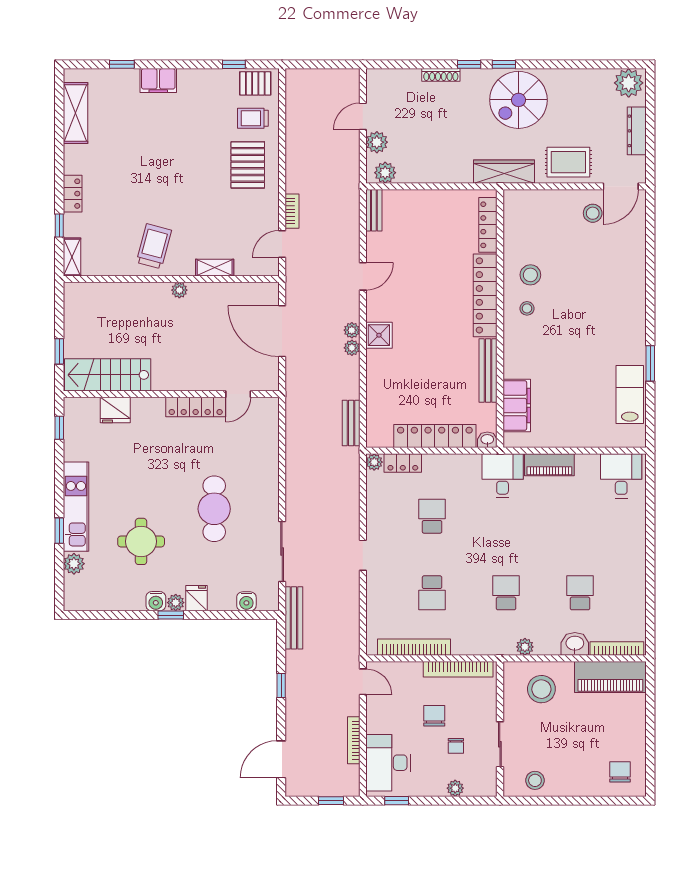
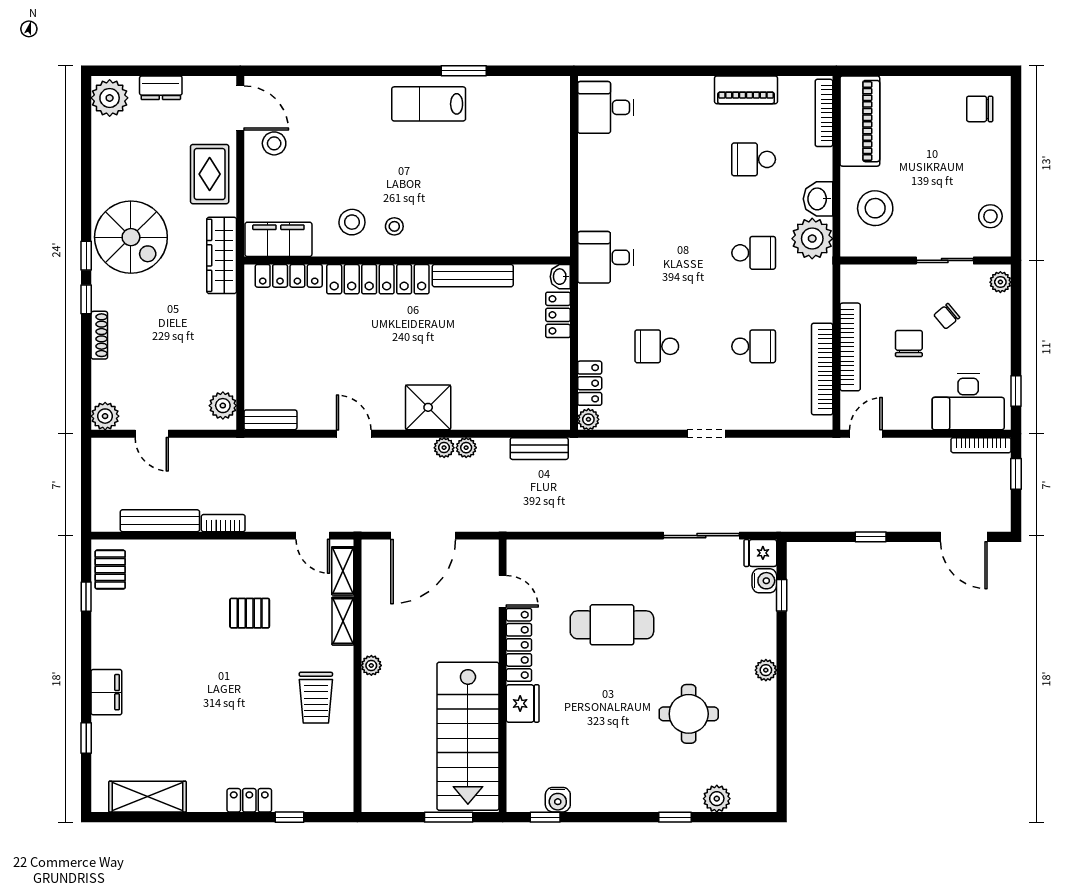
trolley: (253, 118) -> (154, 572), removed
dresser: (637, 131) -> (161, 88), width x0.70
plant: (377, 142) -> (105, 416), moved
pallet: (248, 165) -> (250, 613), moved, width x0.67, depth x0.71
bookcase: (292, 211) -> (223, 523), moved
trolley: (154, 246) -> (316, 698), turned -105
shelving: (72, 257) -> (343, 571), moved, turned 90
plant: (352, 330) -> (466, 448), moved
shower: (379, 335) -> (428, 407), width x1.36, depth x1.36
window: (59, 351) -> (449, 817), width x1.50
stairs: (108, 375) -> (468, 736), width x1.36, depth x1.51
lab bench: (630, 395) -> (429, 104), moved
filing cabinet: (517, 406) -> (278, 239), moved
fridge: (115, 410) -> (523, 703), moved
locker: (435, 436) -> (558, 315), width x0.46, depth x0.83
piano: (549, 465) -> (746, 90), moved, turned 90
kitchen unit: (76, 507) -> (645, 796), removed
cafe table: (214, 509) -> (612, 625), moved
school desk: (506, 593) -> (754, 253), turned 180
fridge: (196, 598) -> (760, 553), moved
water cooler: (156, 601) -> (558, 800), moved, turned 90
window: (171, 615) -> (782, 595), moved
bench: (294, 618) -> (160, 521), moved
washbasin: (575, 644) -> (818, 199), moved
plant: (525, 647) -> (812, 239), width x1.88, depth x1.88
bookcase: (458, 669) -> (850, 347), moved
chair: (434, 716) -> (909, 343), turned 90
bookcase: (354, 740) -> (981, 445), moved
chair: (456, 746) -> (947, 316), turned 140
plant: (455, 788) -> (1000, 282), moved

